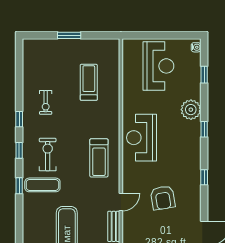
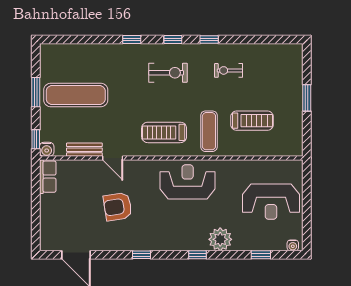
exercise mat: (42, 185) -> (209, 131), moved

